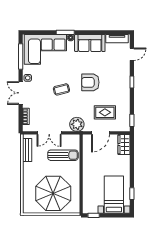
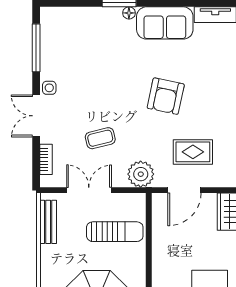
corner sofa: (45, 49) -> (82, 35), removed
armchair: (90, 82) -> (166, 96), turned -78
coffee table: (61, 89) -> (100, 138), moved
double door: (49, 133) -> (89, 190), swing flipped

